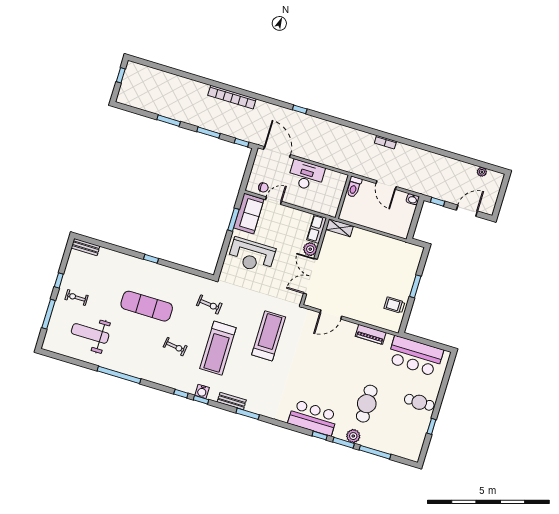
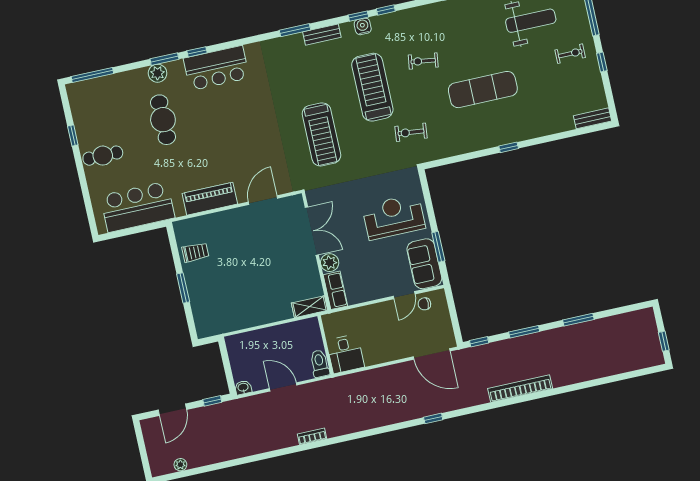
desk: (306, 176) -> (345, 354), moved, width x0.73
piano: (371, 334) -> (210, 199), width x1.37, depth x1.33
window: (375, 452) -> (92, 75), moved

